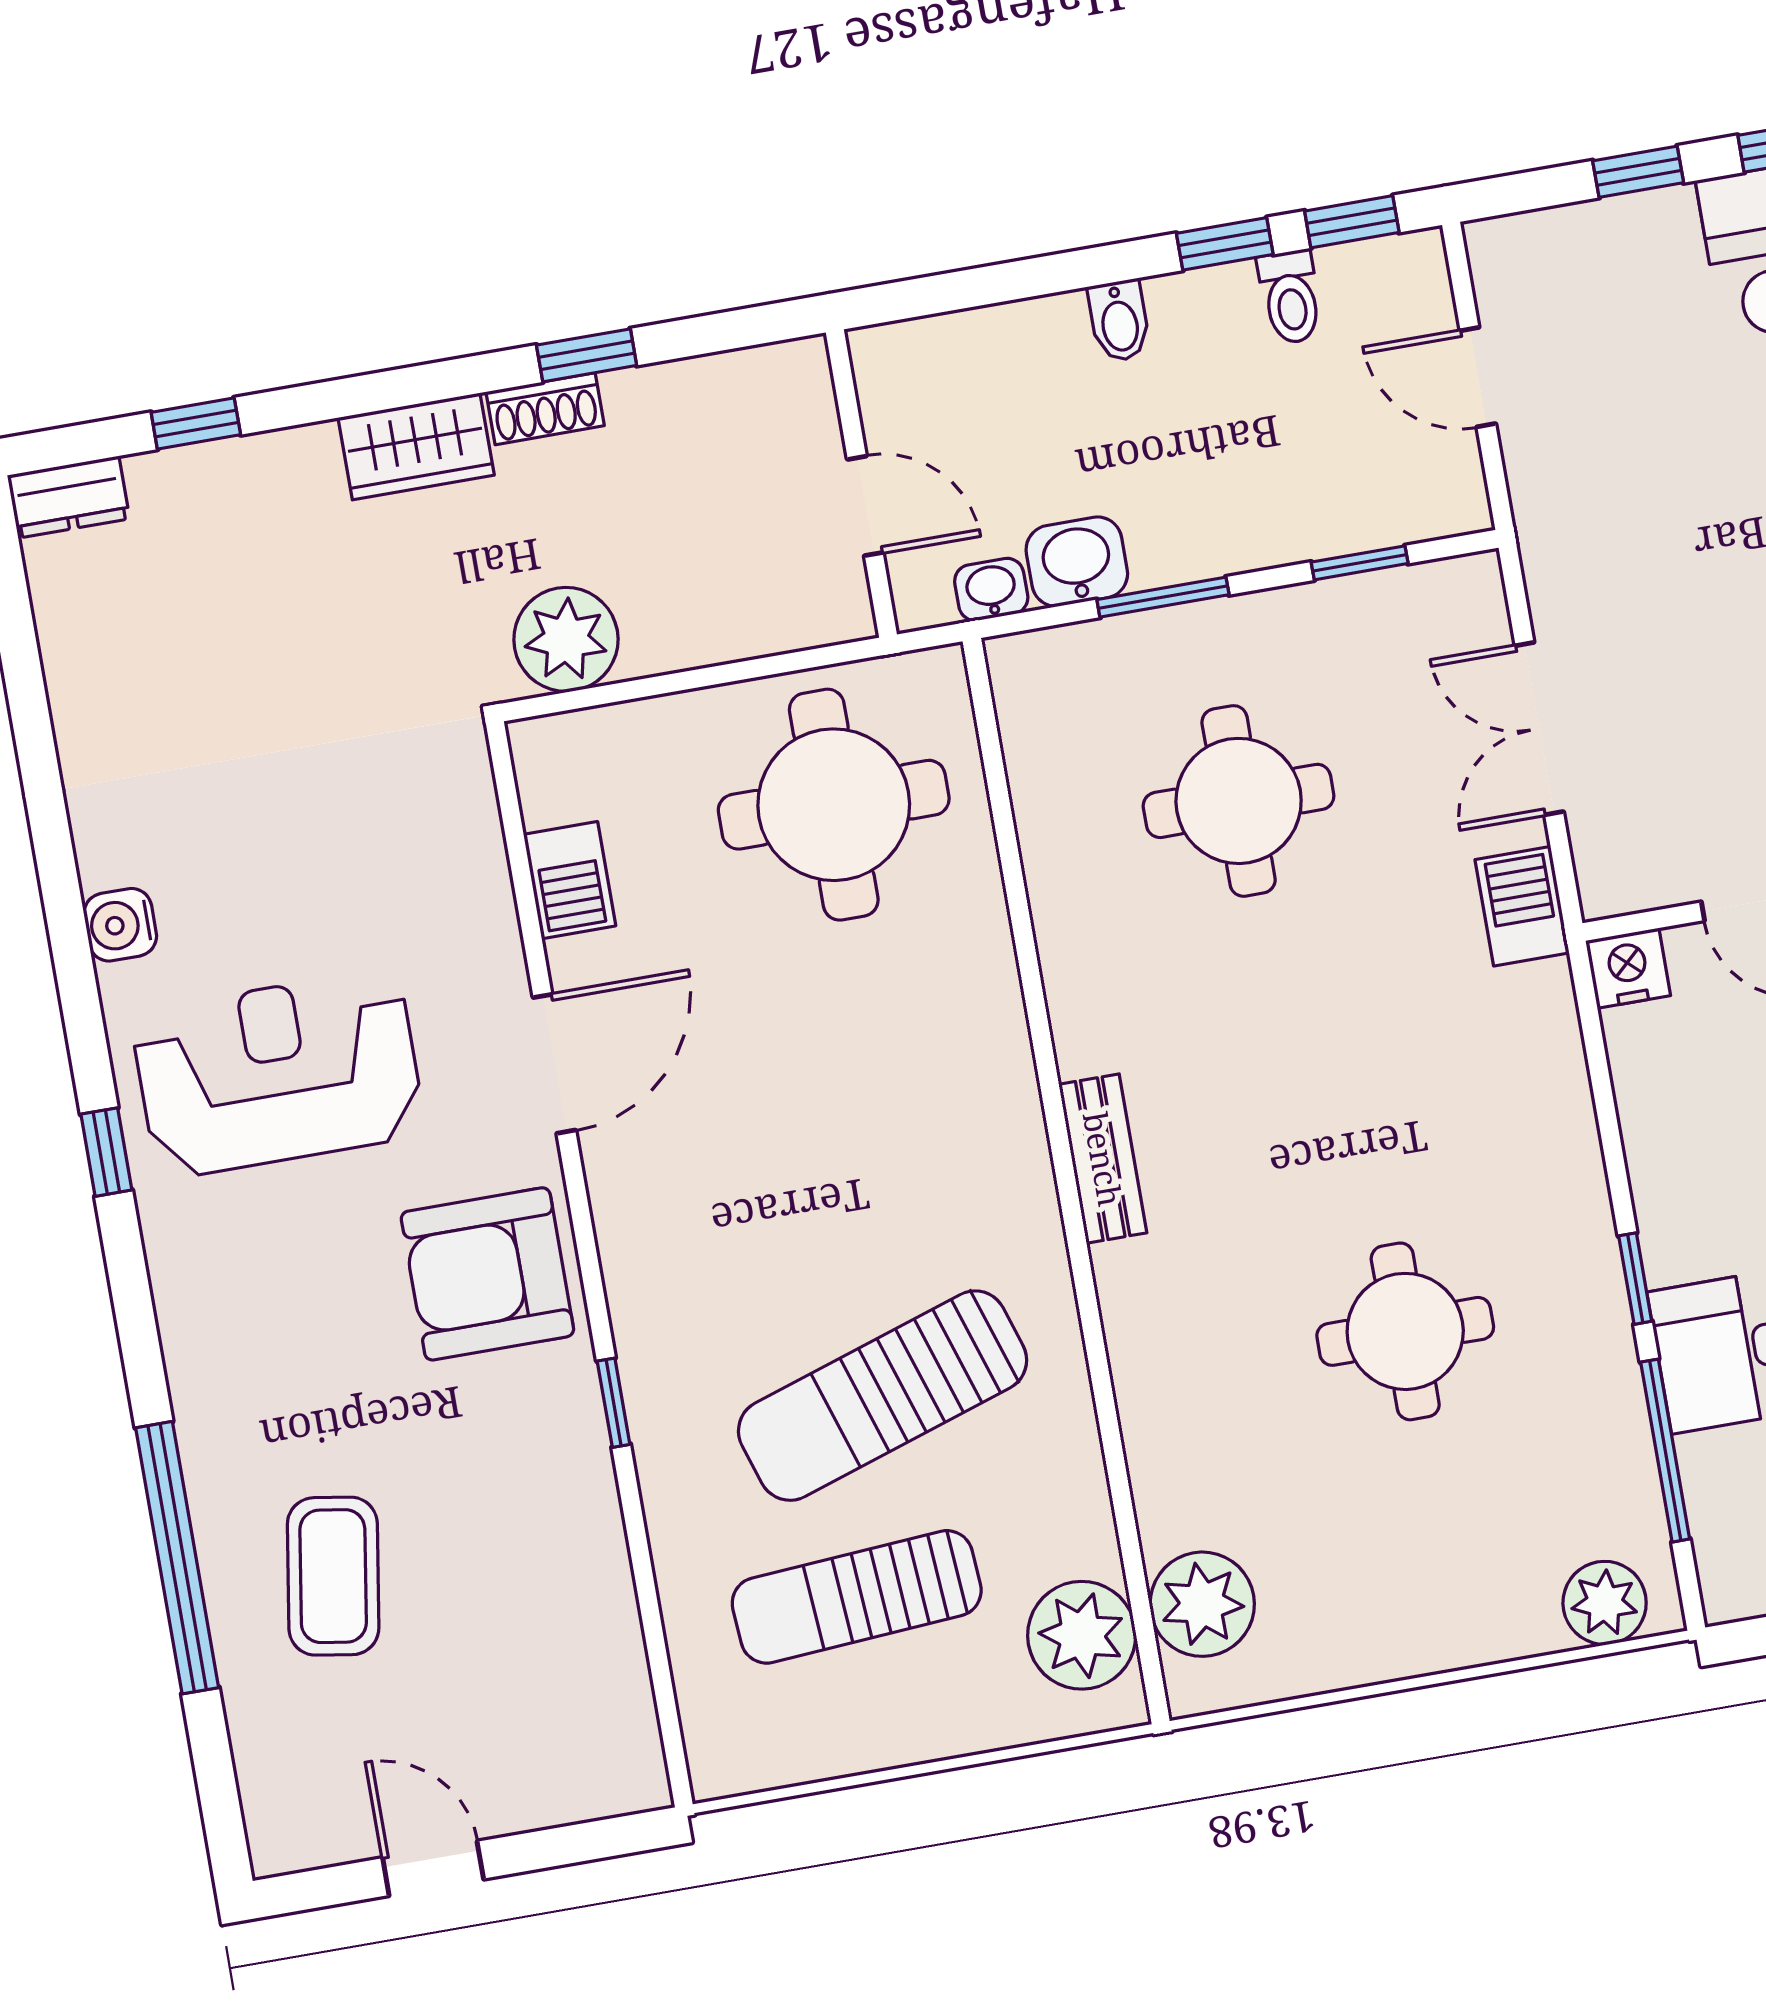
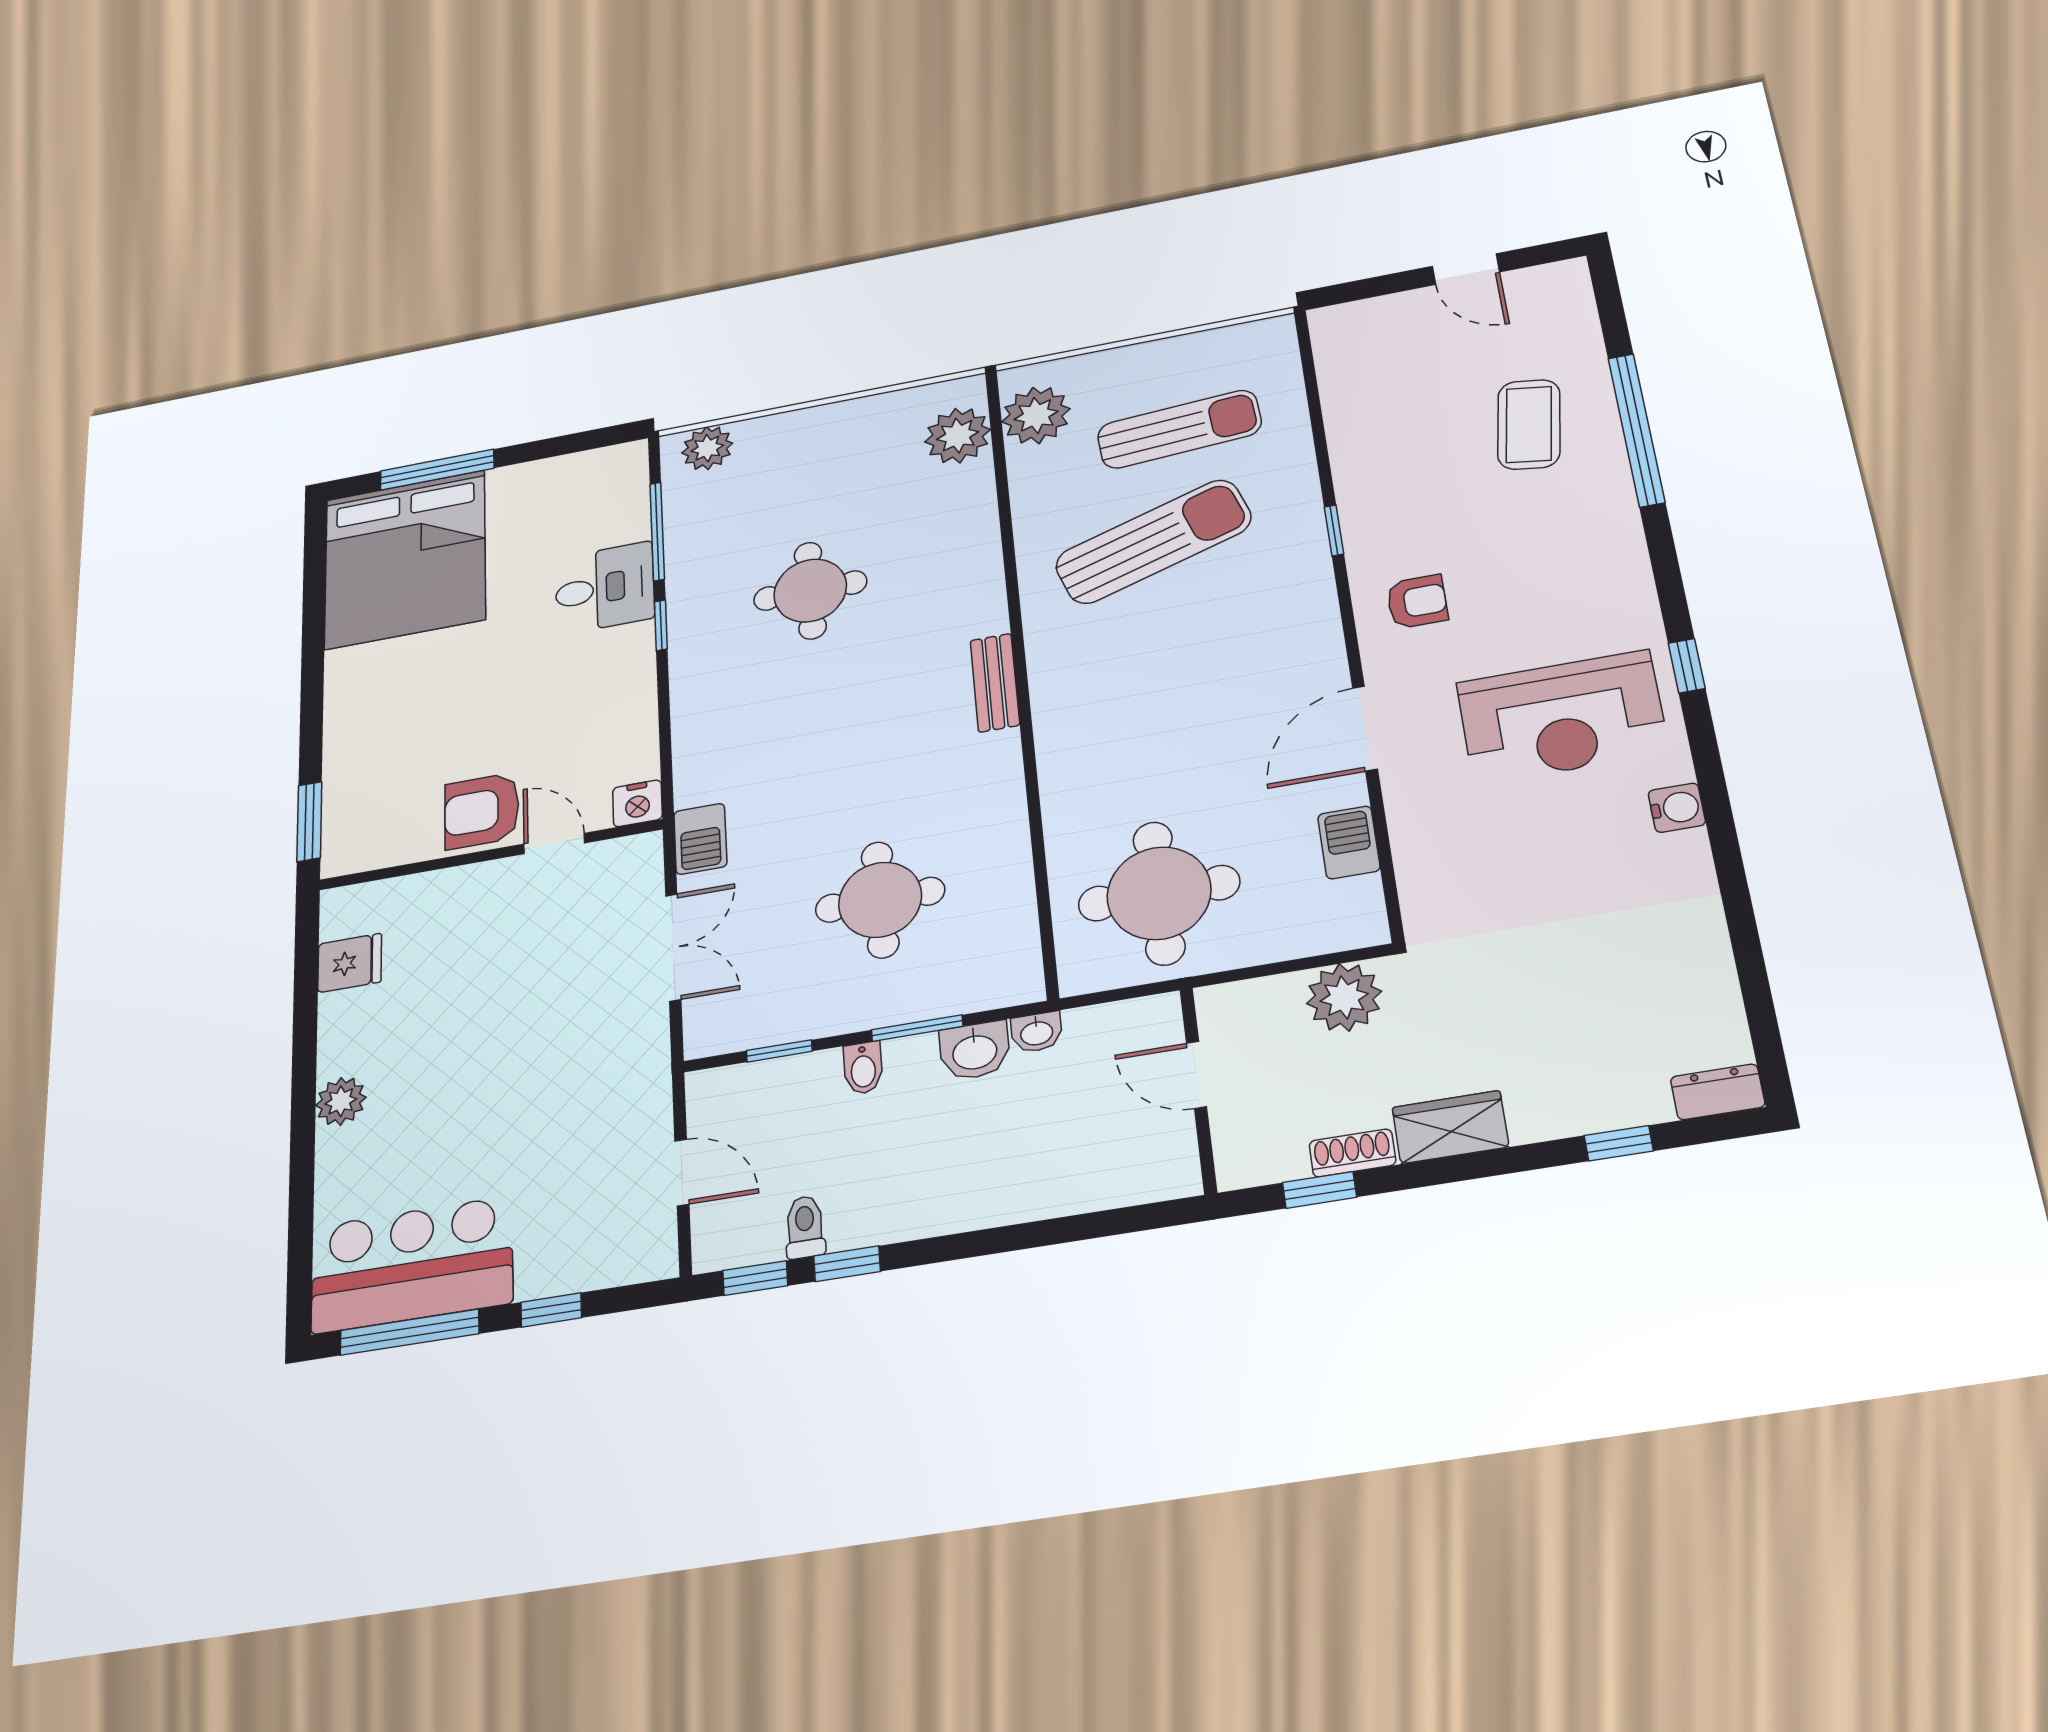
bidet: (1119, 321) -> (863, 1068), moved, turned 180
wall: (861, 483) -> (1198, 1090), moved
door: (865, 506) -> (1197, 1075), moved
armchair: (487, 1274) -> (1417, 602), width x0.53, depth x0.53

